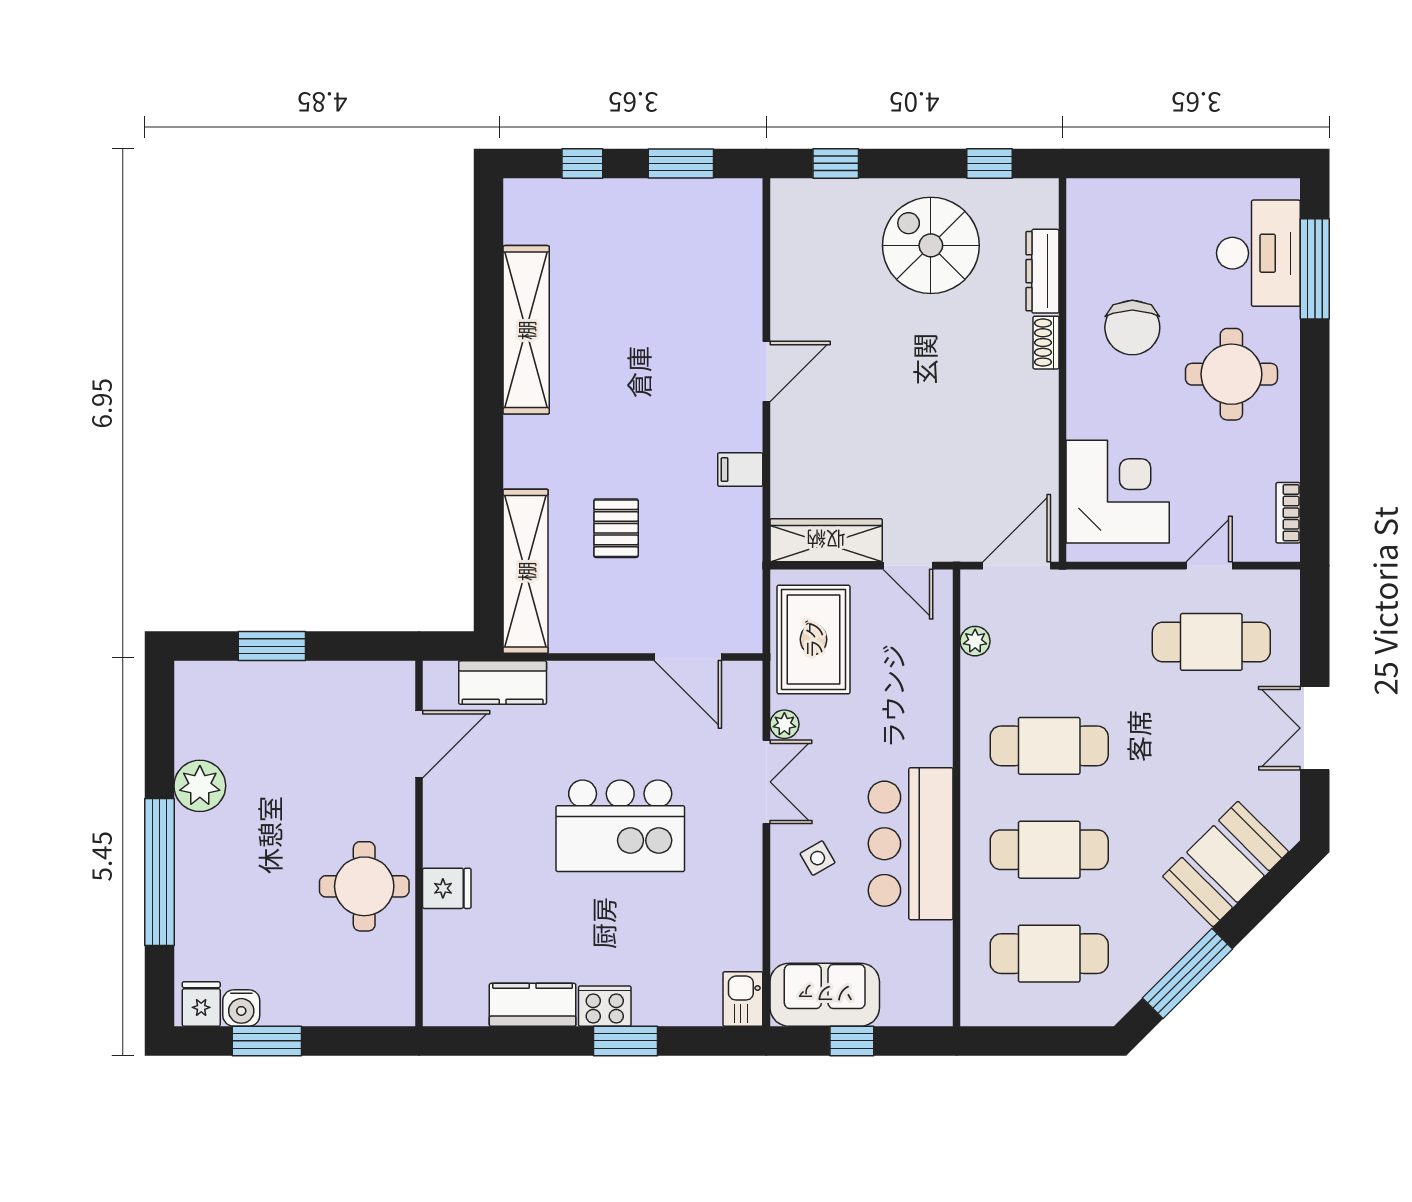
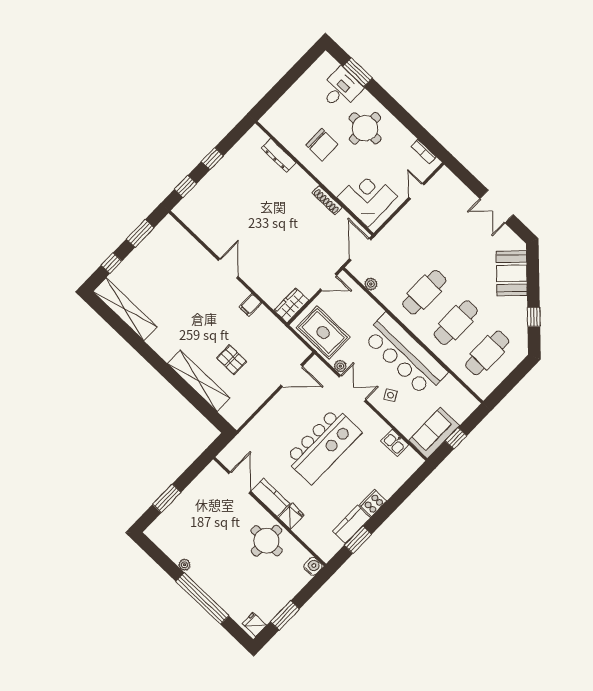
window: (989, 163) -> (212, 159), moved
spiral stairs: (931, 245) -> (238, 182), removed
desk: (1258, 253) -> (341, 89), width x0.73
window: (1315, 269) -> (358, 72), width x0.69
shelving: (526, 330) -> (125, 309), moved
shoe rack: (1046, 343) -> (327, 200), moved, width x1.43
wardrobe: (826, 540) -> (291, 305), width x0.67
shelving: (526, 571) -> (199, 381), moved
cafe table: (1211, 642) -> (440, 213), removed
kitchen counter: (503, 683) -> (270, 497), moved, turned -90
plant: (200, 786) -> (184, 565), width x0.53, depth x0.53
kitchen island: (620, 826) -> (323, 445), width x1.37
bar counter: (911, 844) -> (405, 355), width x1.36
window: (1188, 973) -> (534, 317), width x0.46
kitchen sink: (743, 999) -> (395, 443), moved
water cooler: (241, 1008) -> (313, 566), moved, turned -90
window: (625, 1041) -> (358, 540), moved

